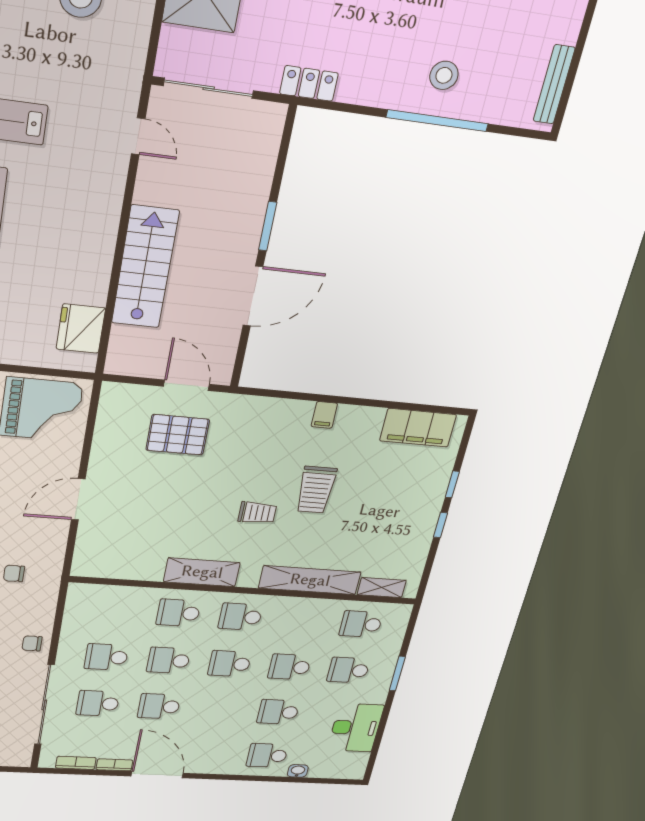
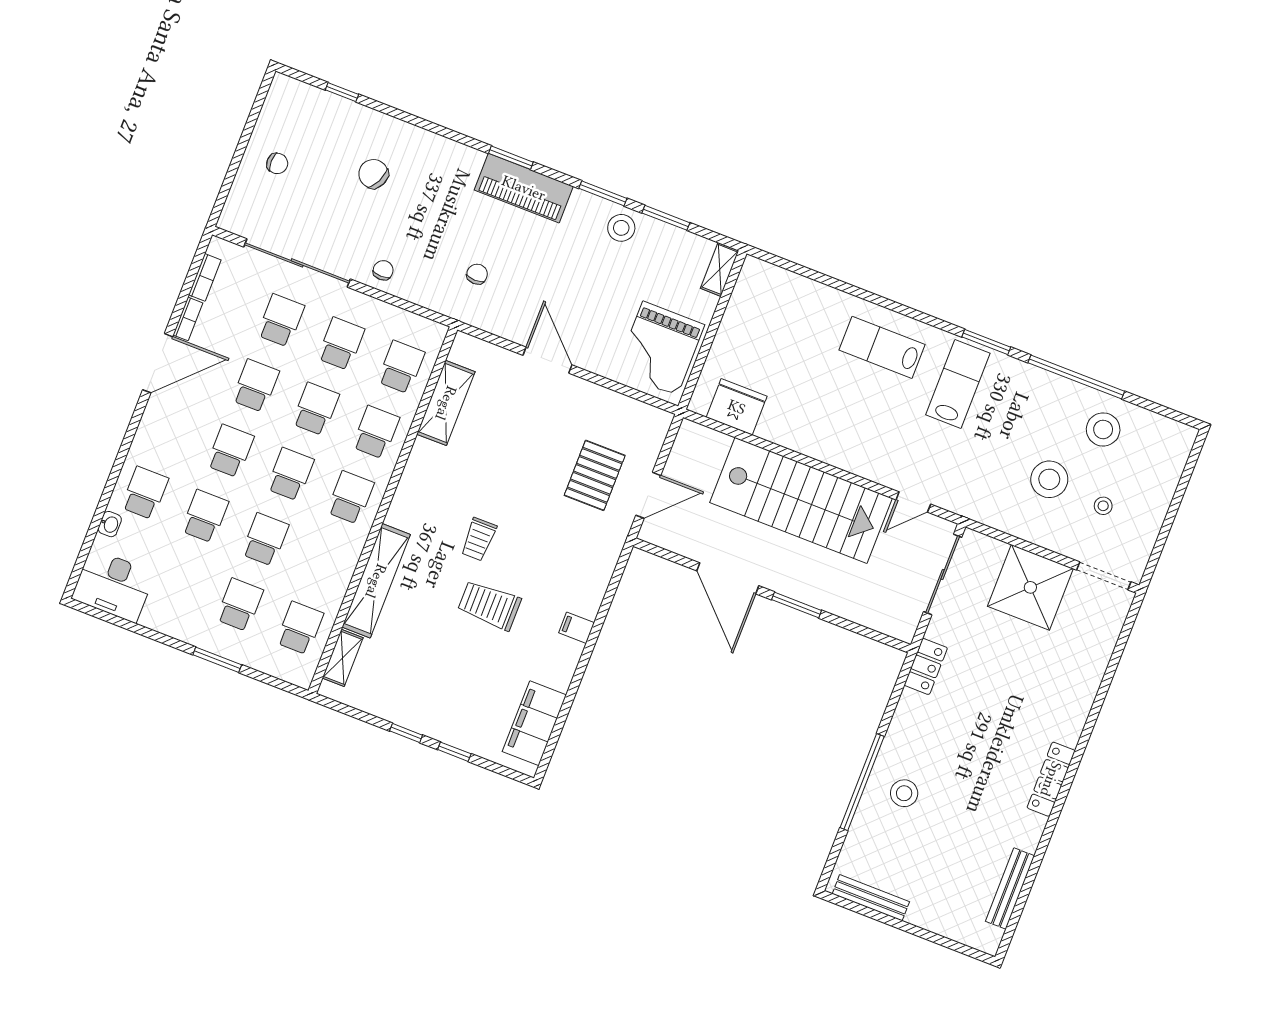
stairs: (145, 267) -> (801, 500), width x1.36, depth x1.51
shelving: (202, 572) -> (446, 403), moved
school desk: (115, 609) -> (401, 367), added
school desk: (219, 709) -> (230, 451), added
desk: (356, 728) -> (113, 586), moved

